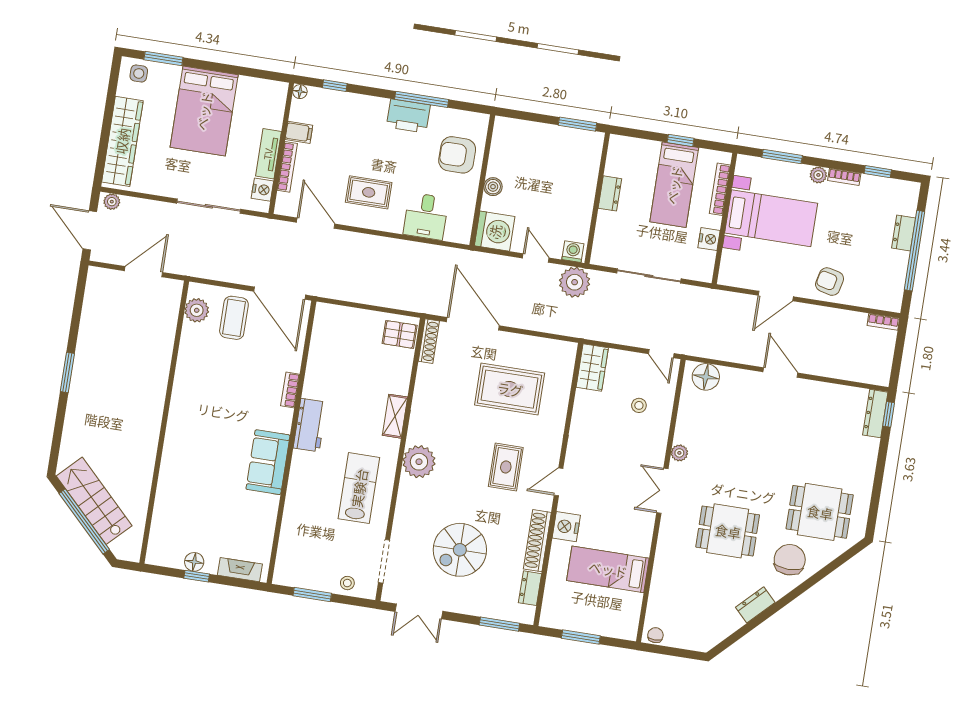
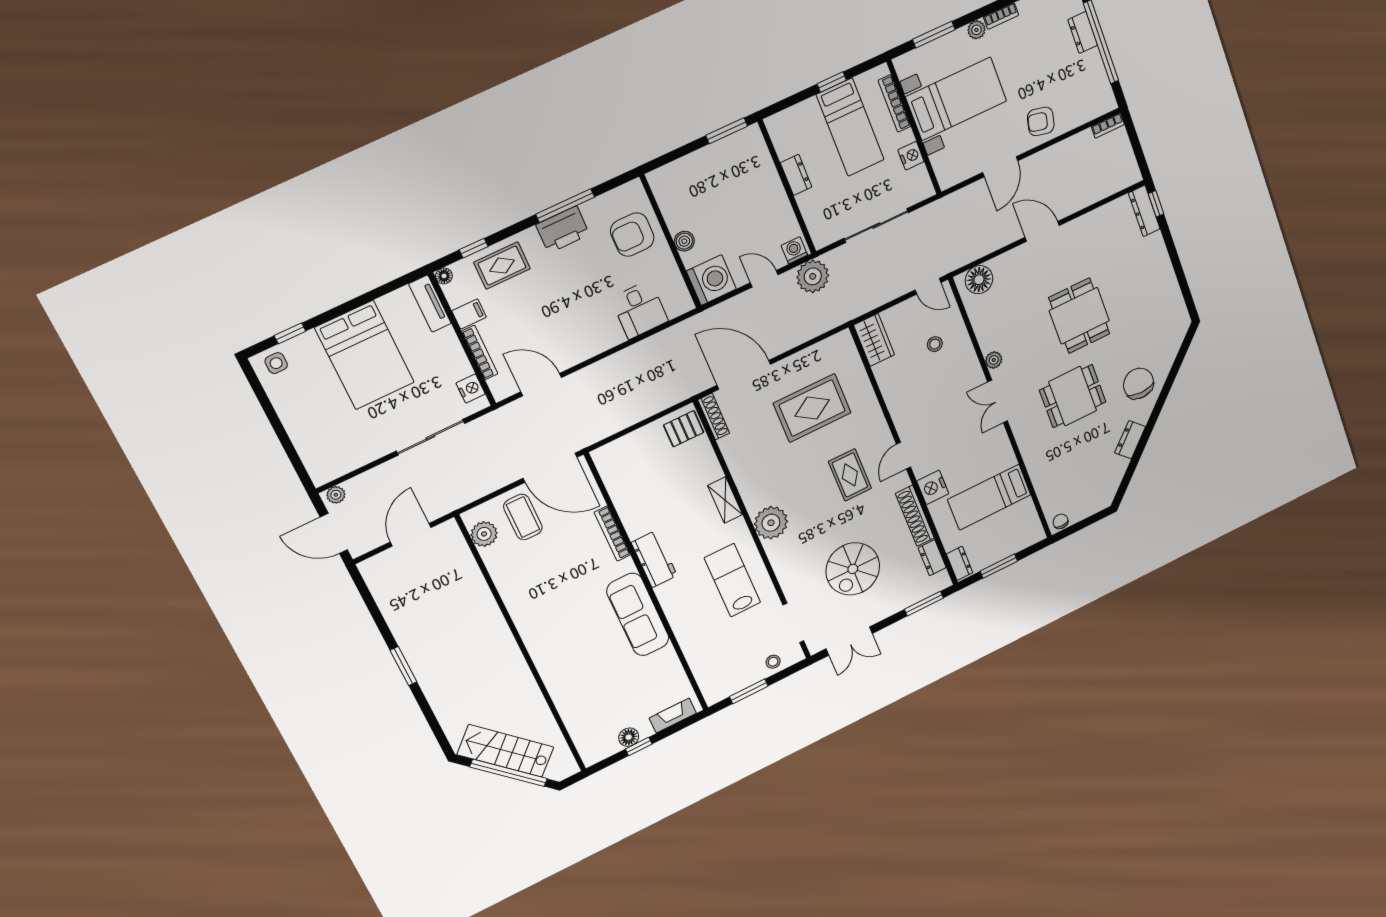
window: (163, 59) -> (290, 333), width x0.67
wardrobe: (122, 141) -> (306, 435), removed
tv unit: (268, 154) -> (430, 304), moved
rug: (369, 192) -> (502, 266), moved
bookcase: (290, 390) -> (612, 534), width x1.56
sofa: (268, 462) -> (638, 615), width x1.36
dining table: (820, 512) -> (1079, 316), moved, turned 90
dresser: (550, 610) -> (960, 563), added

